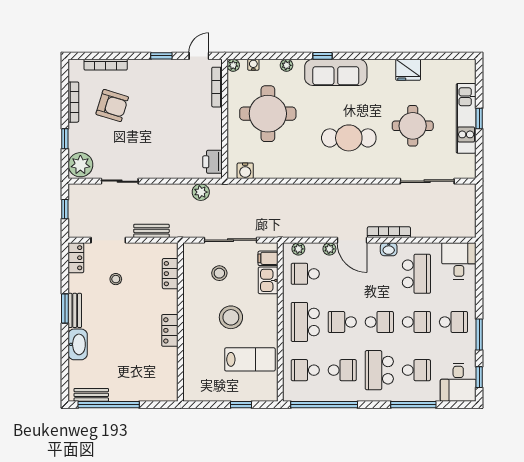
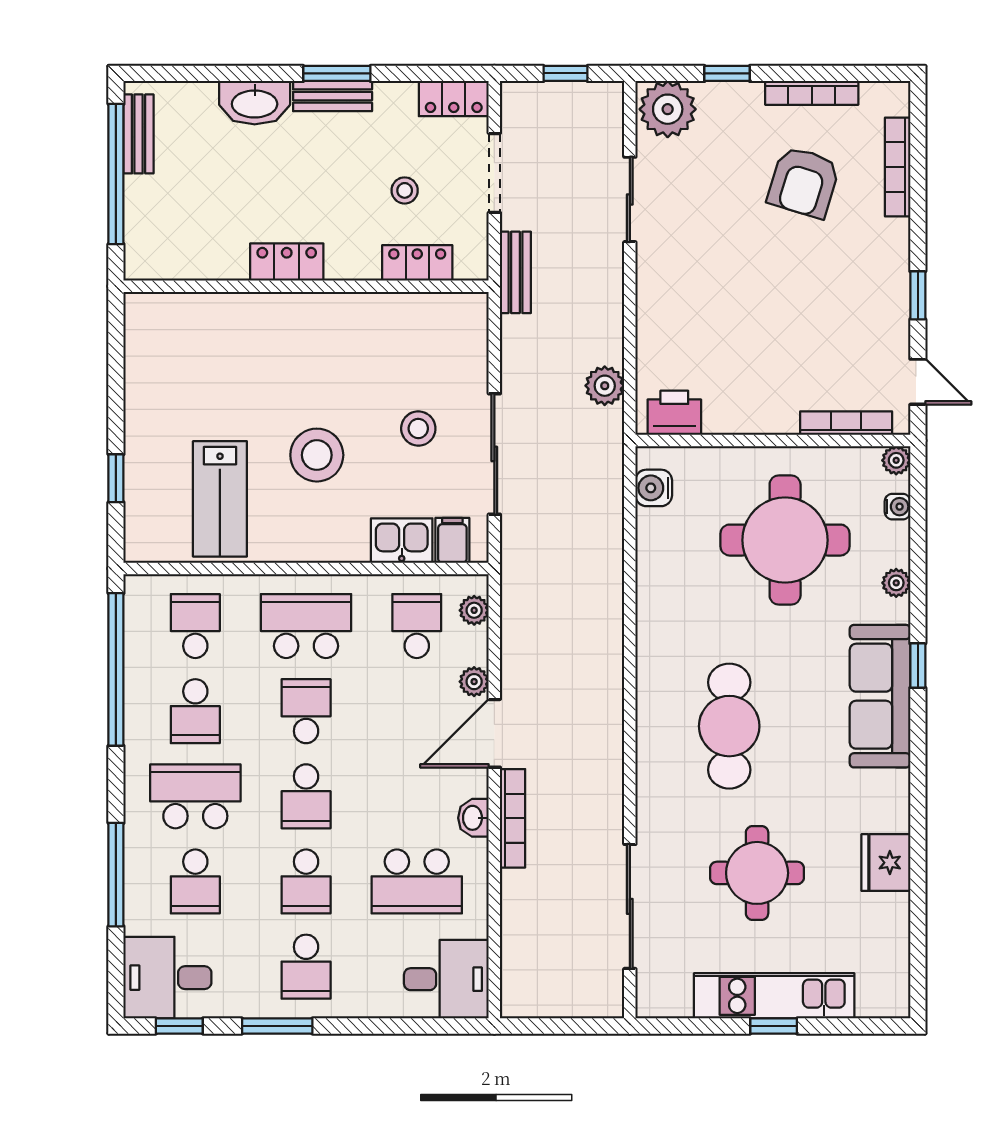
locker: (170, 274) -> (417, 263), moved
wall: (180, 322) -> (306, 286), moved
locker: (170, 330) -> (287, 262), moved

